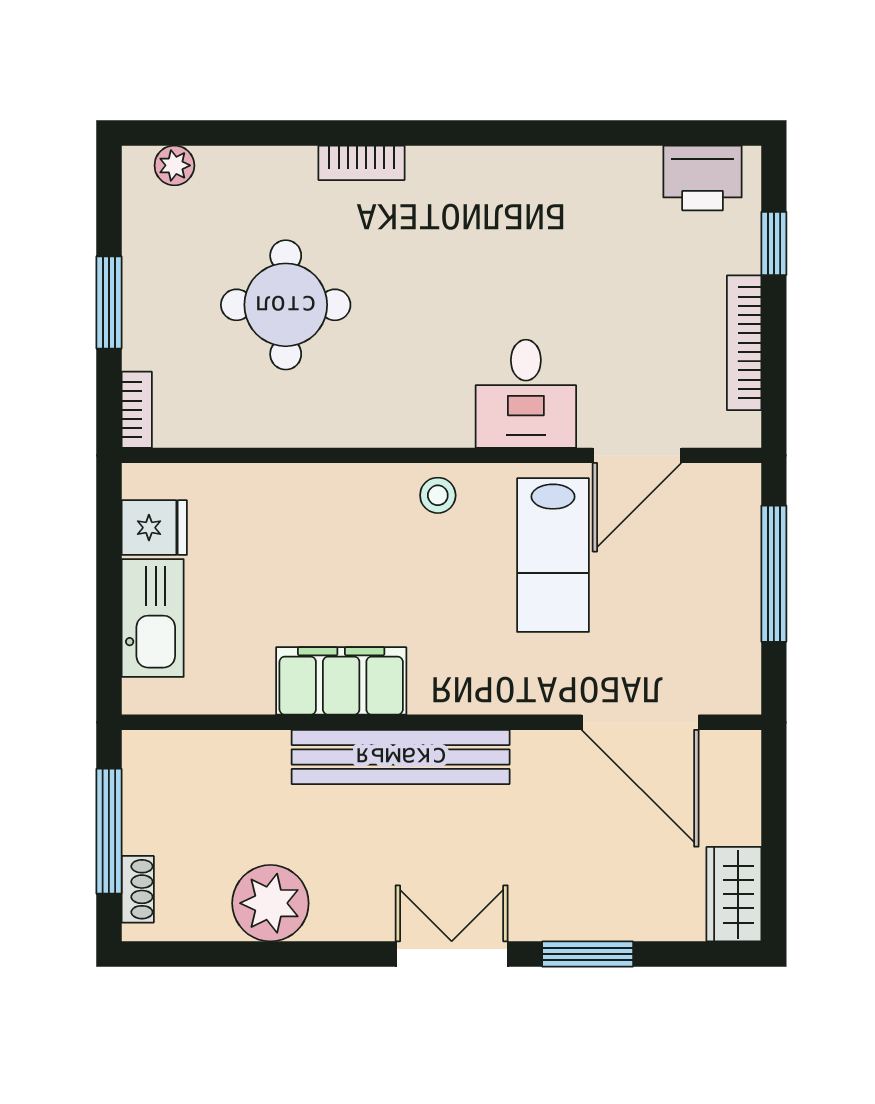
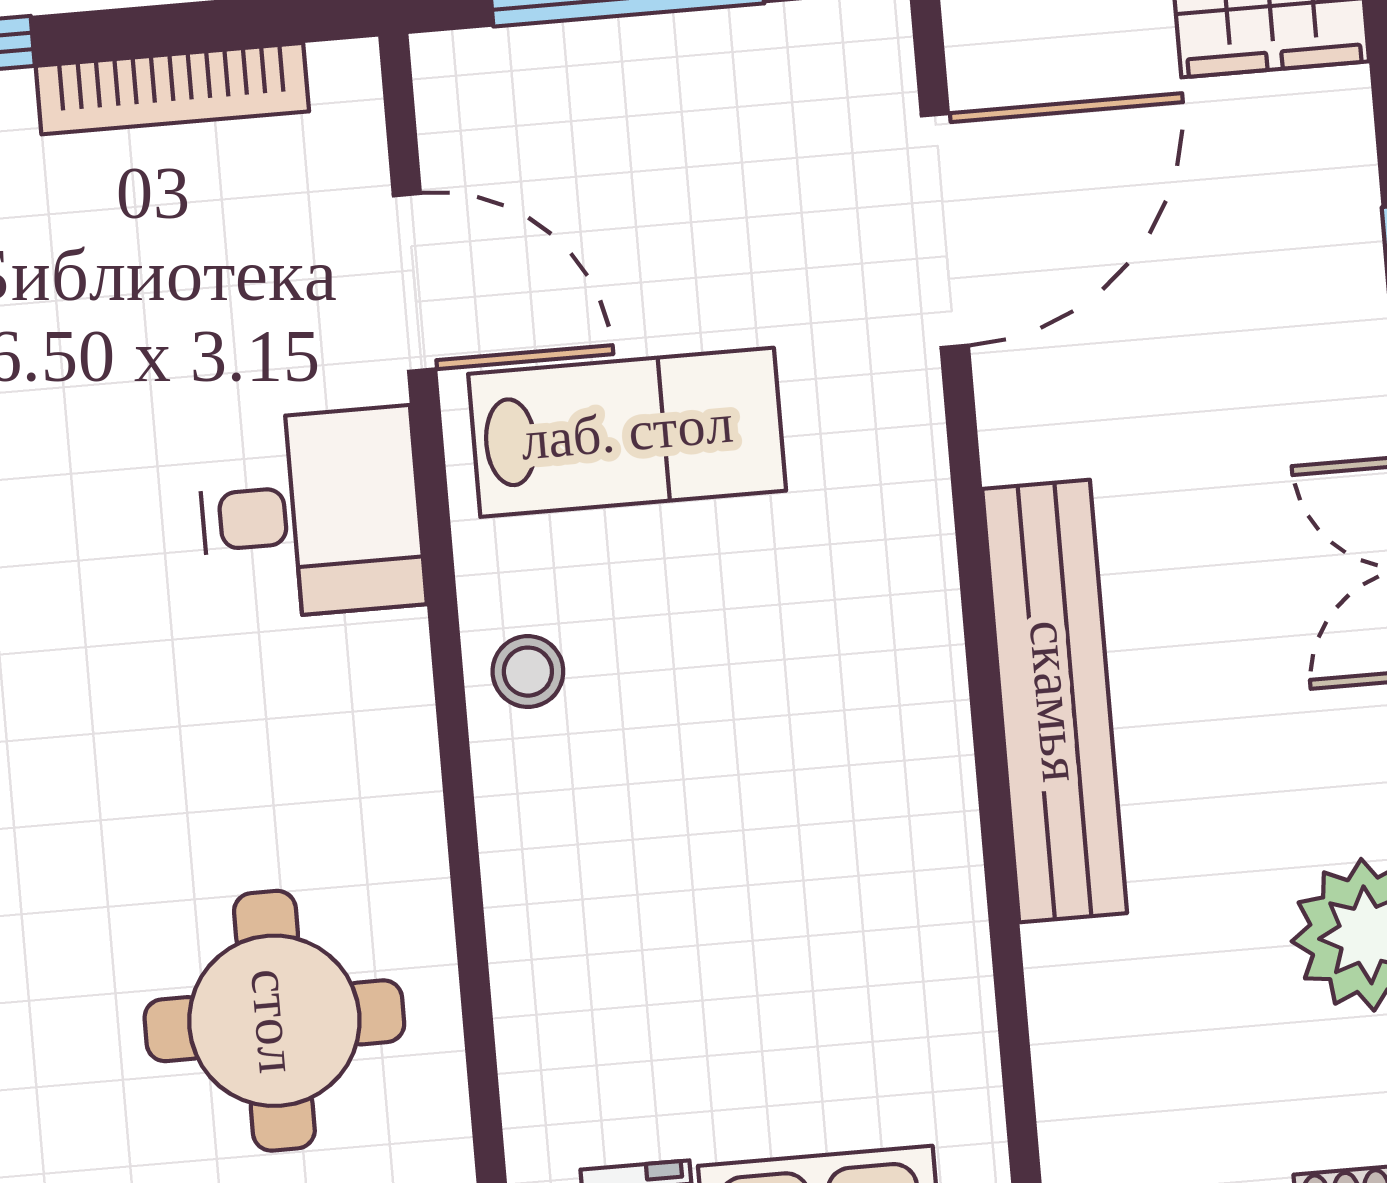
round table: (286, 305) -> (274, 1021), moved
filing cabinet: (341, 681) -> (914, 832), removed

